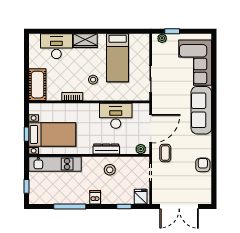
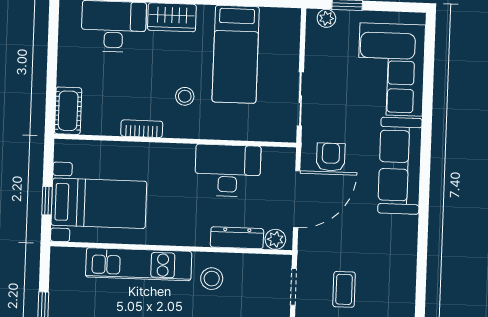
cot: (37, 85) -> (68, 111), width x0.73, depth x0.75
dresser: (106, 149) -> (237, 238), moved
coffee table: (165, 153) -> (344, 289), moved
kitchen unit: (55, 164) -> (139, 264), moved
armchair: (203, 165) -> (331, 157), moved

